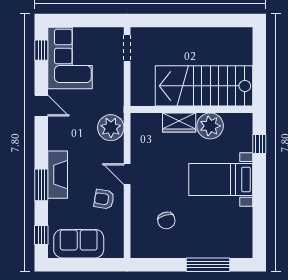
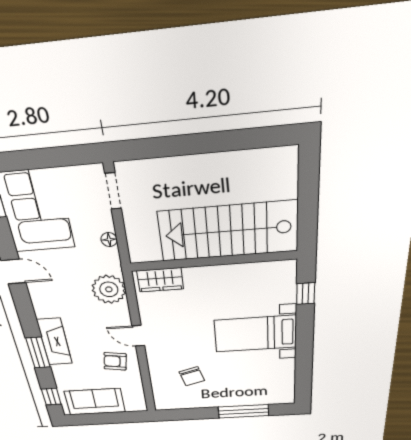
floor lamp: (118, 85) -> (109, 240), added
wardrobe: (179, 122) -> (160, 280), moved
plant: (210, 126) -> (239, 278), removed

